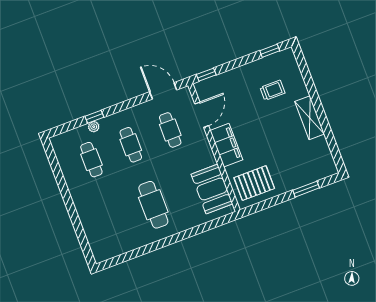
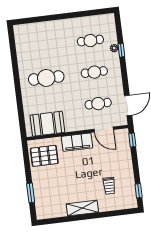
pallet: (254, 183) -> (44, 156), turned 90

